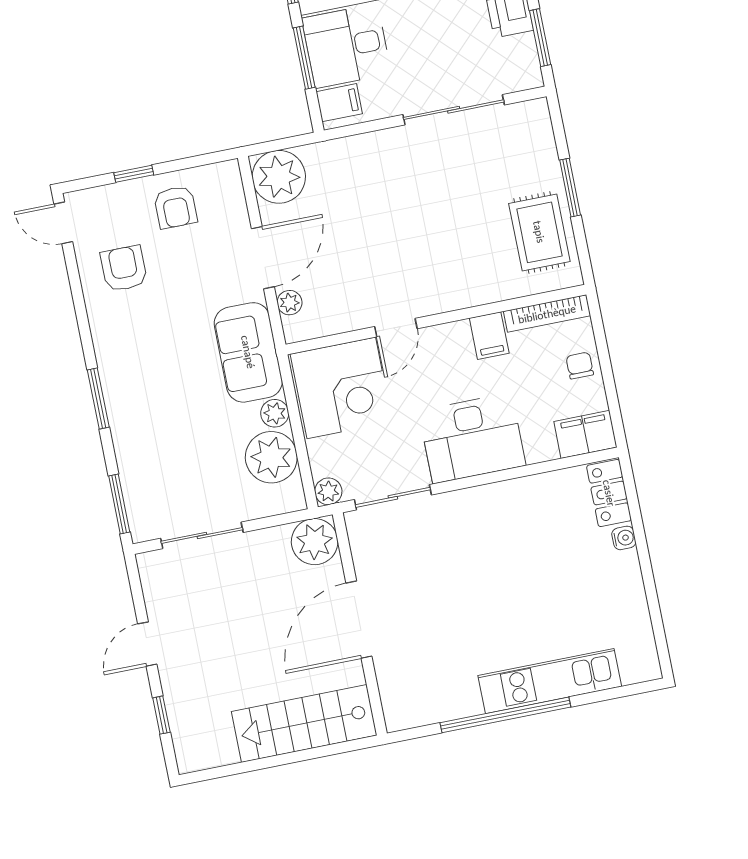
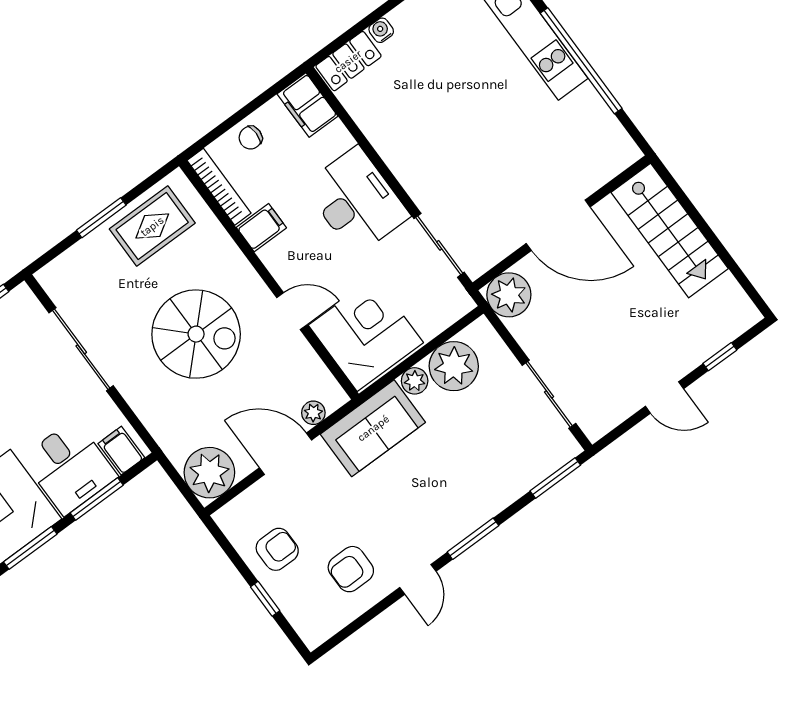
door: (63, 223) -> (418, 579), moved
spiral stairs: (417, 226) -> (196, 334), added
plant: (328, 491) -> (460, 303), removed

